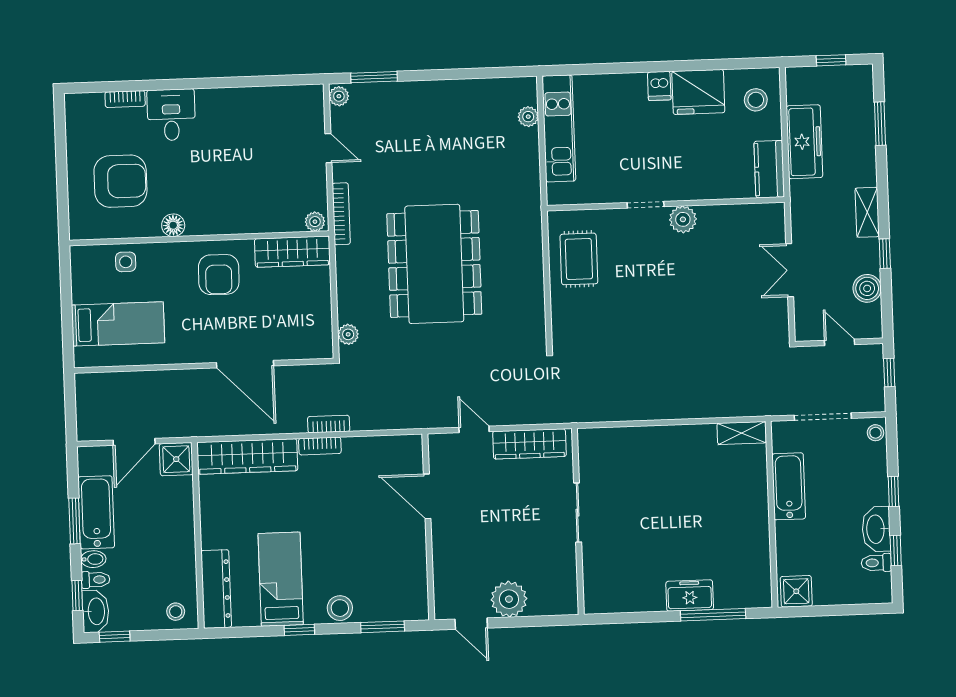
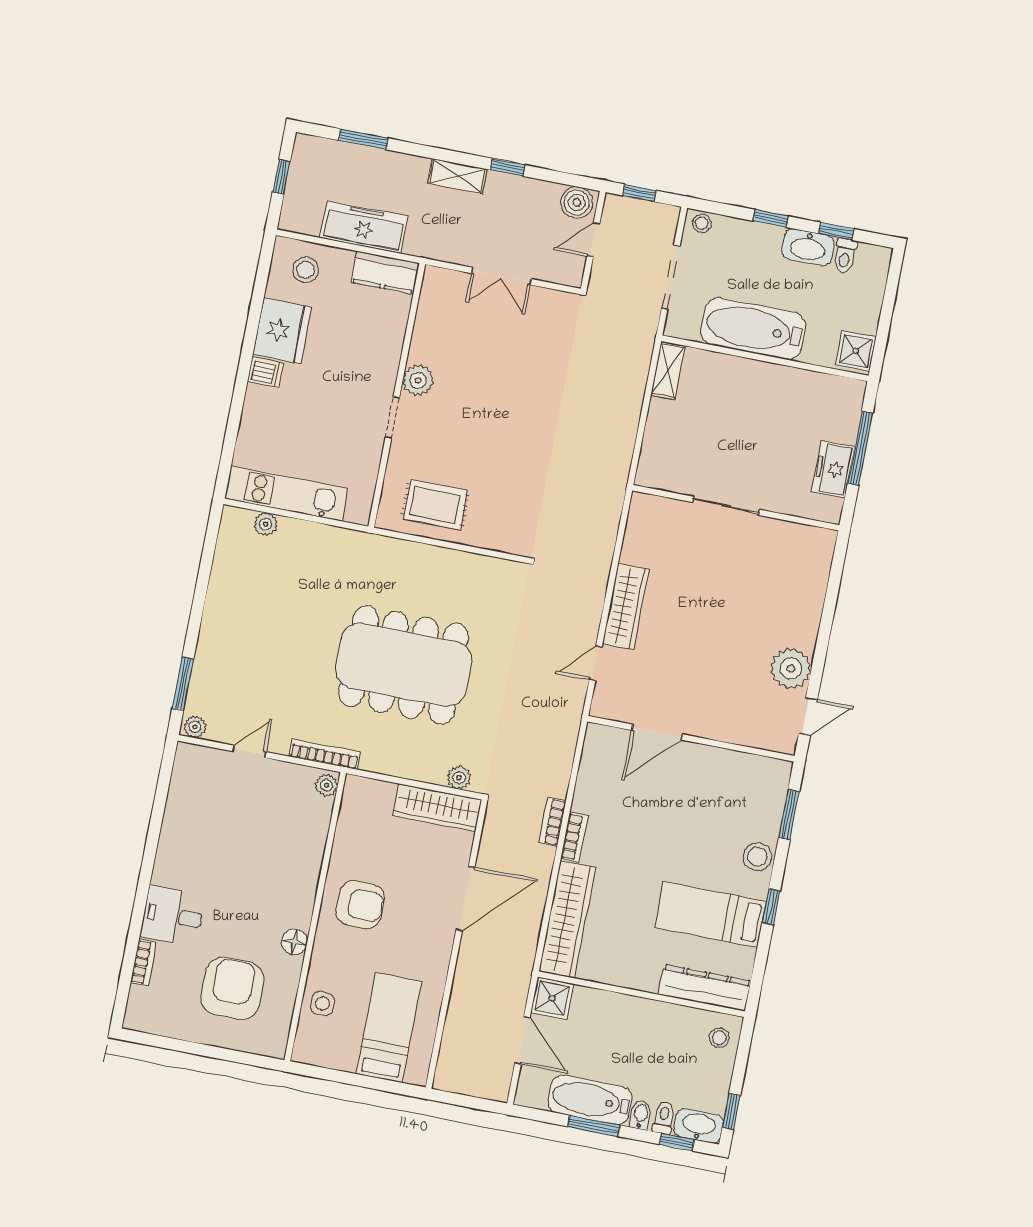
wardrobe: (292, 252) -> (437, 808), moved, turned 90
boiler: (867, 288) -> (577, 203), moved
bathtub: (789, 486) -> (753, 329), width x1.36, depth x1.36
sliding door: (578, 513) -> (726, 506), moved
wall: (578, 521) -> (736, 508), moved

